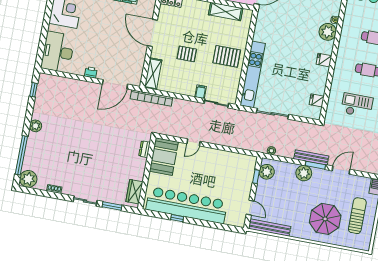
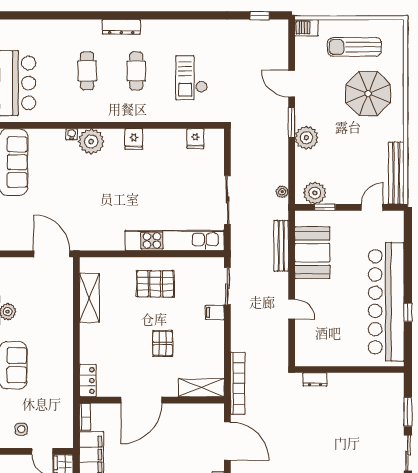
pallet: (227, 56) -> (155, 284), turned 90
booth: (164, 157) -> (312, 253), moved, turned 90
bench: (311, 157) -> (281, 246), moved
wardrobe: (134, 192) -> (381, 383), removed

